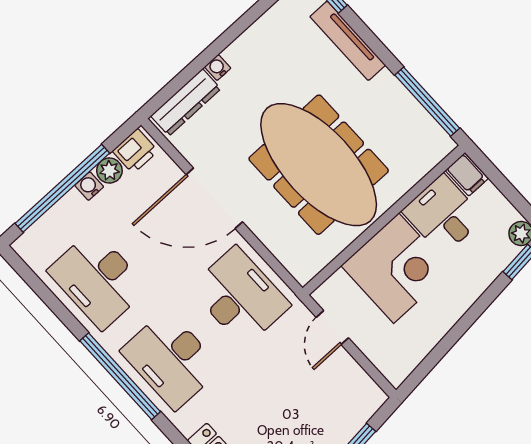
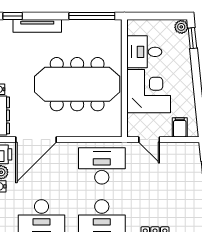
filing cabinet: (467, 174) -> (180, 127), moved, turned -90
door: (214, 198) -> (36, 140), moved

